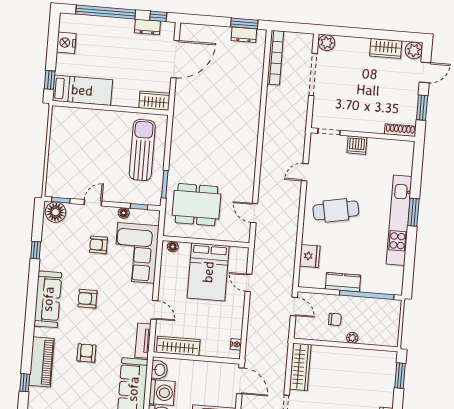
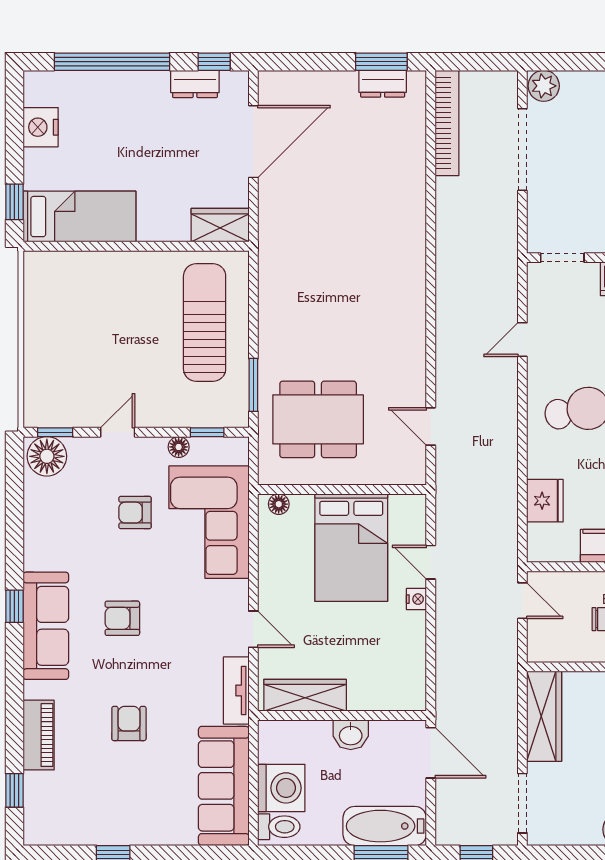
window: (36, 250) -> (14, 606), moved
nightstand: (236, 344) -> (416, 599), moved
piano: (42, 362) -> (39, 735), width x0.73, depth x0.75
washbasin: (159, 370) -> (351, 735), moved, turned 90

